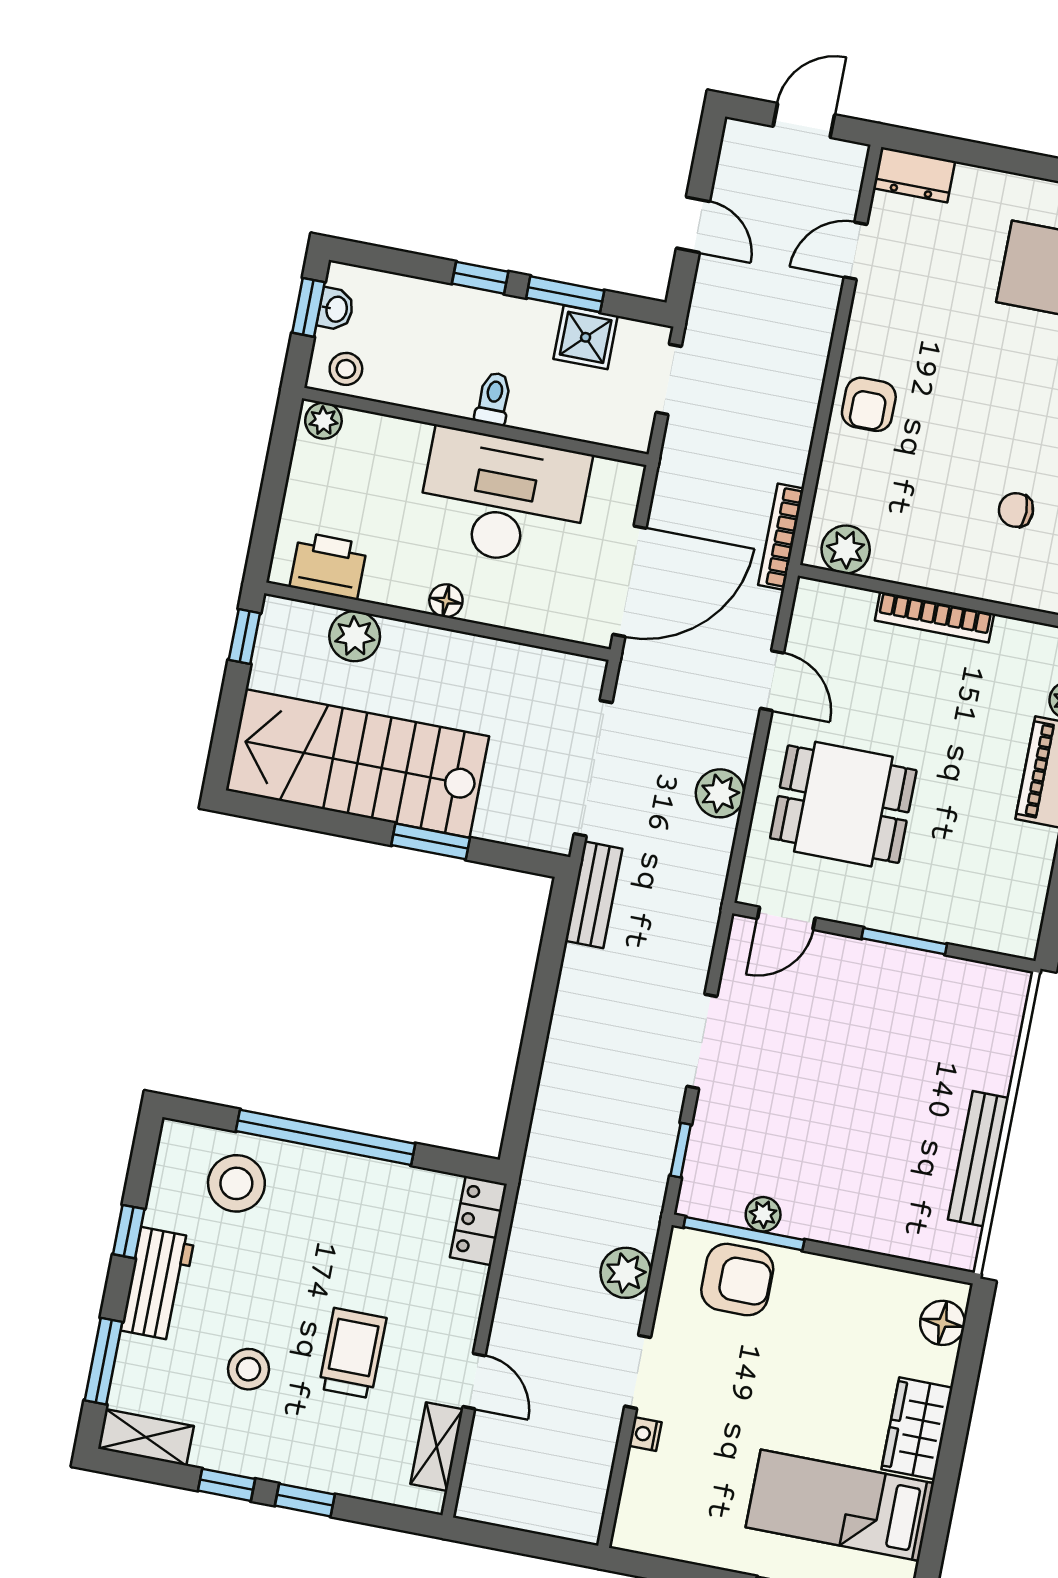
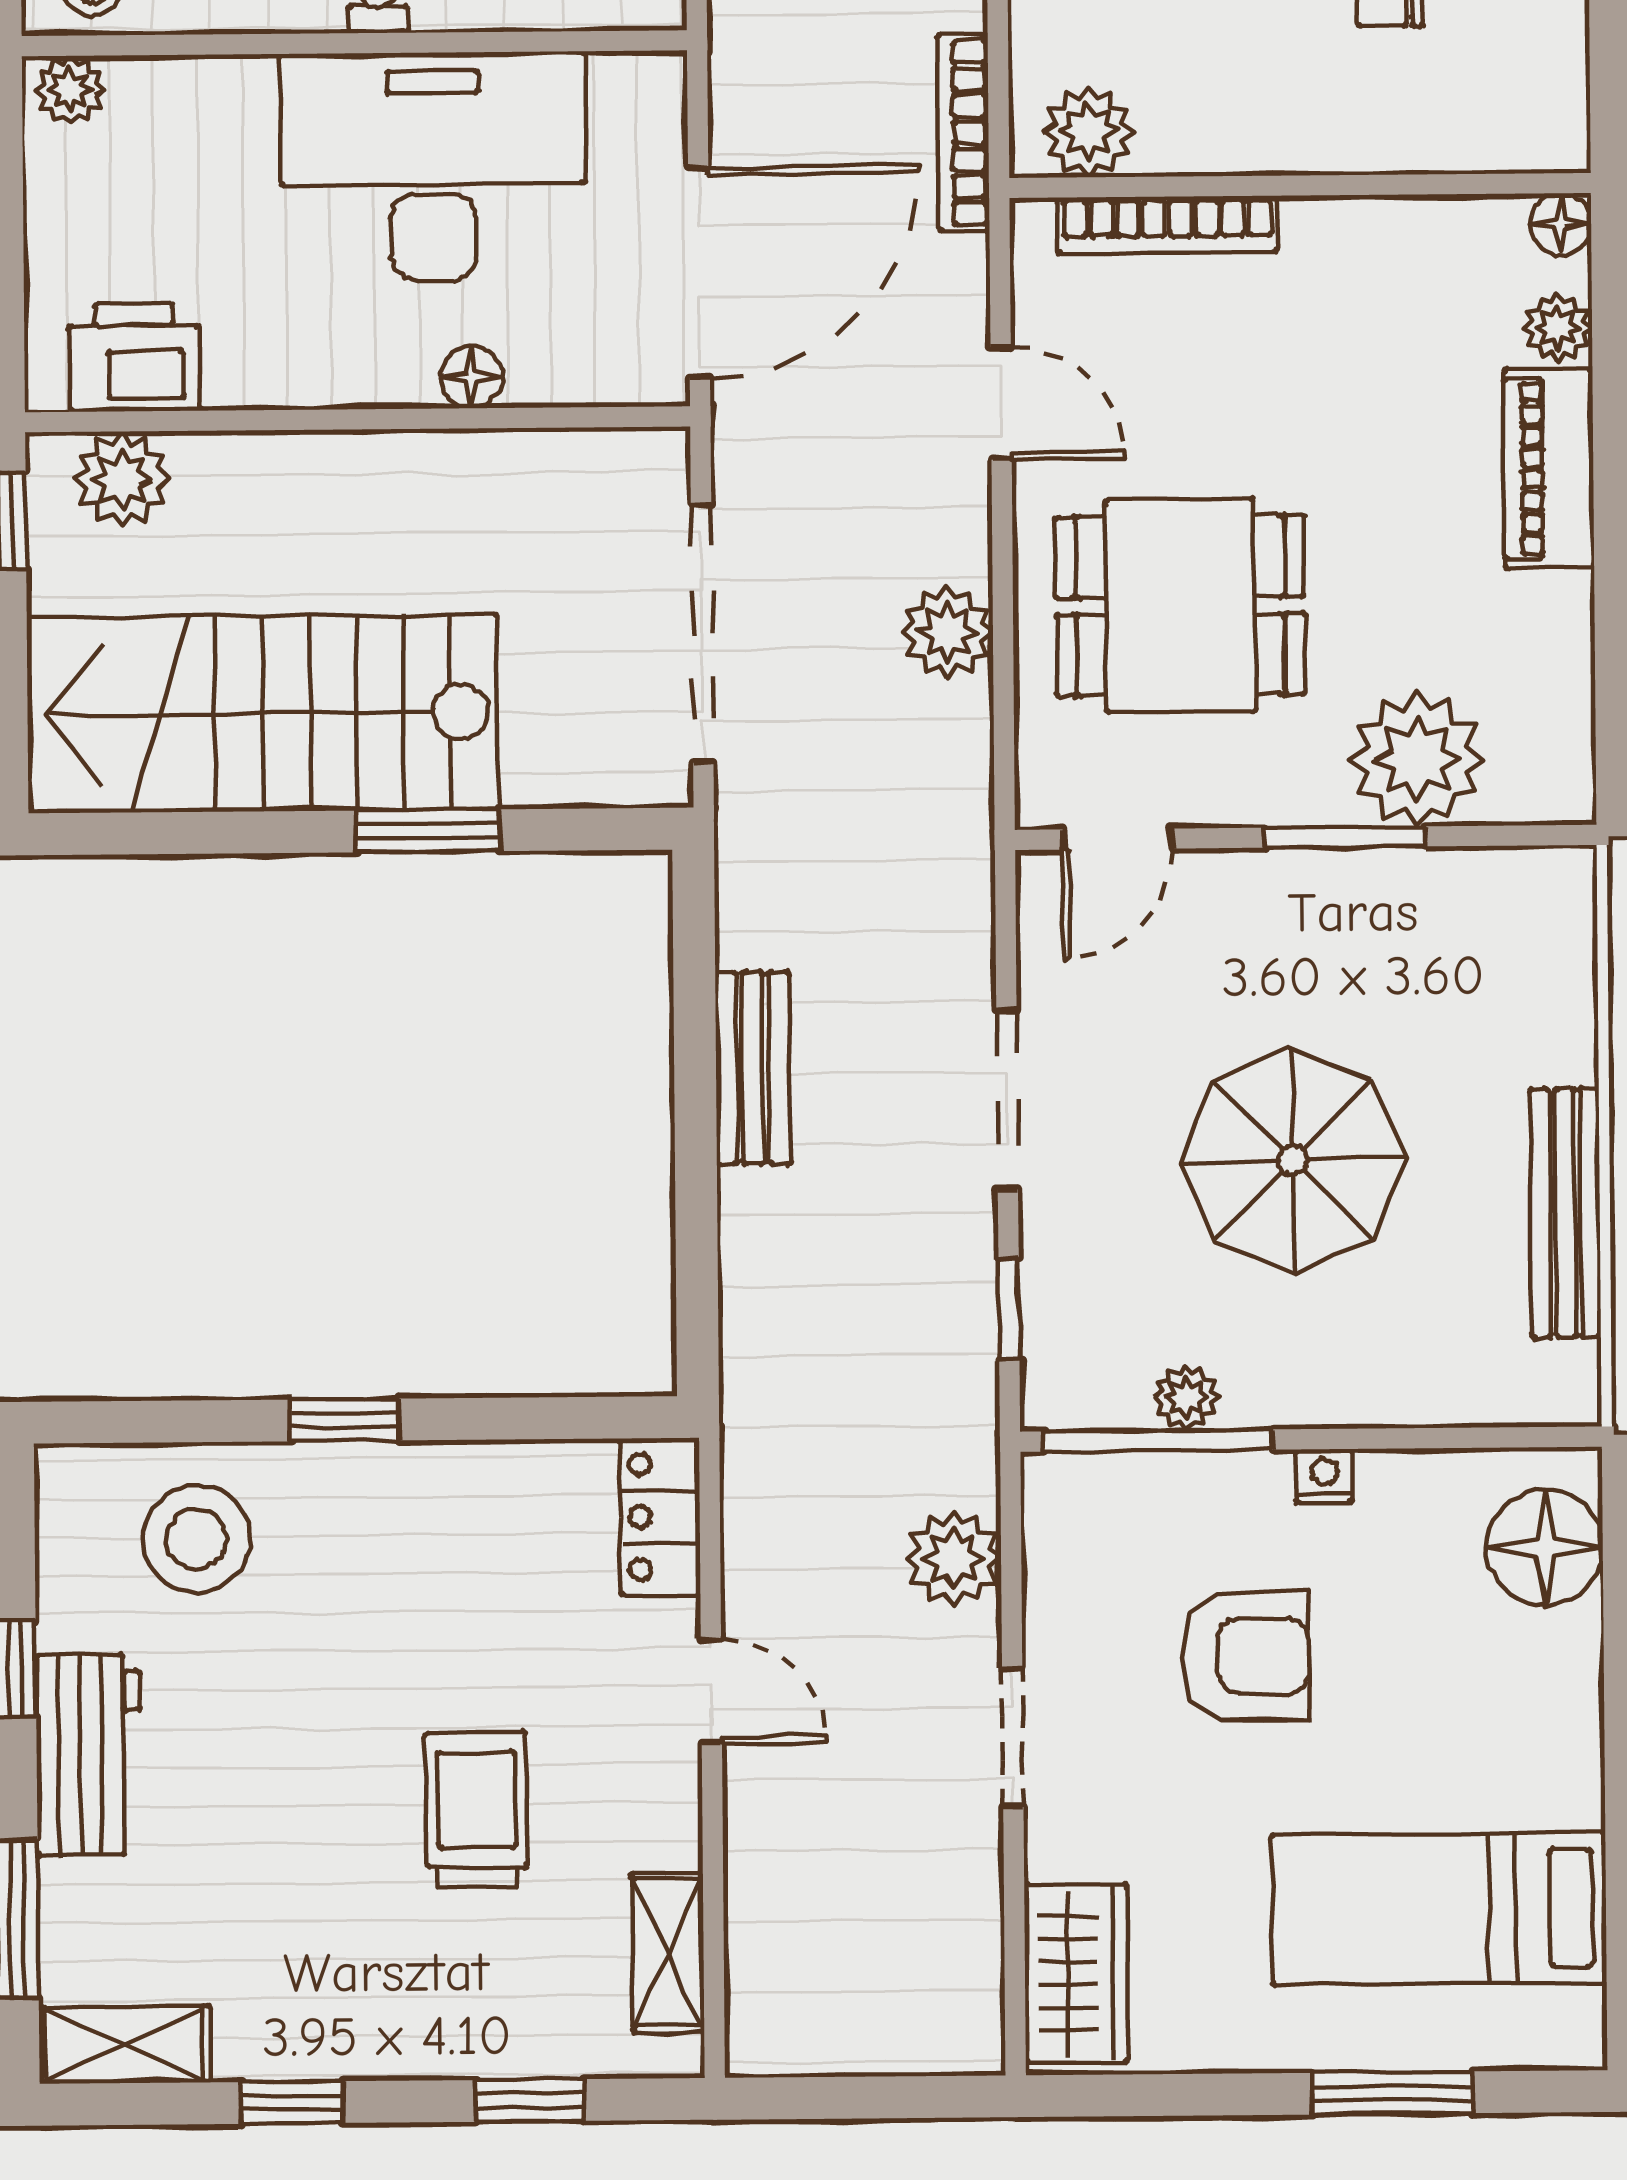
floor lamp: (446, 601) -> (471, 377), moved
bookcase: (934, 617) -> (1167, 225), moved
plant: (355, 636) -> (122, 479), moved
bench: (594, 895) -> (753, 1068), moved
plant: (950, 909) -> (1417, 759), added
parasol: (843, 1103) -> (1293, 1160), added
window: (326, 1137) -> (345, 1420), width x0.32
armchair: (737, 1280) -> (1246, 1656), moved
floor lamp: (943, 1323) -> (1545, 1547), width x1.38, depth x1.38
stool: (249, 1369) -> (289, 1880), removed
door: (474, 1381) -> (711, 1692), moved
wardrobe: (917, 1428) -> (1076, 1973), moved, turned 180
nightstand: (645, 1434) -> (1324, 1476), moved, turned 90
window: (305, 1500) -> (530, 2100), moved

